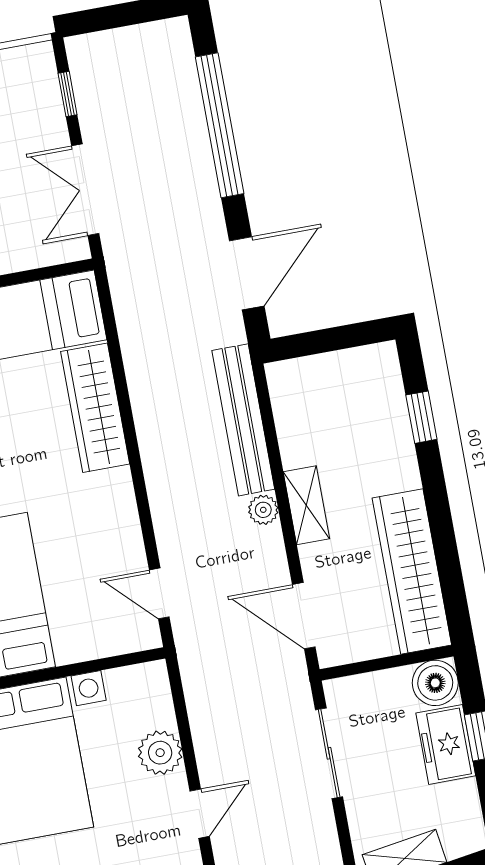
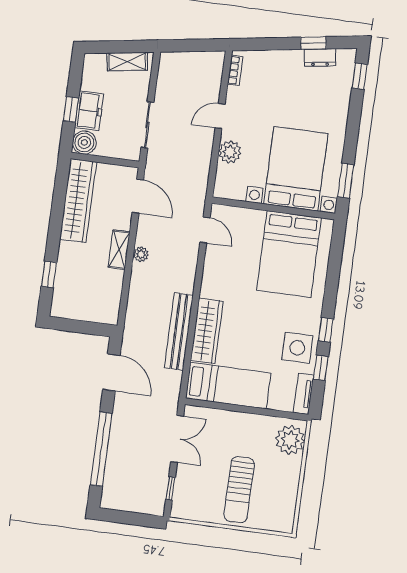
door: (247, 273) -> (111, 372), swing flipped
bench: (243, 420) -> (179, 331), moved

